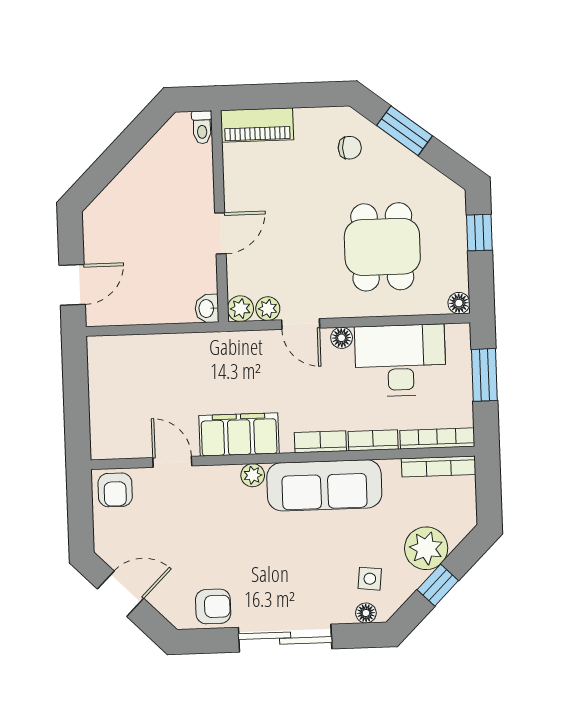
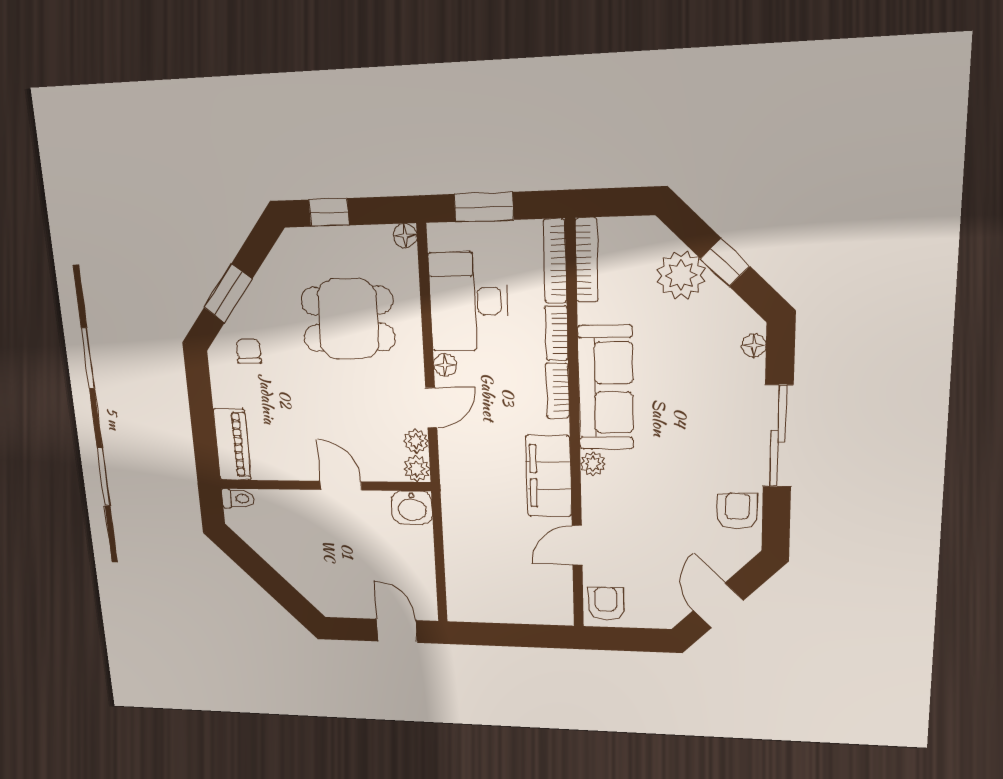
washbasin: (207, 309) -> (412, 507), width x1.38, depth x1.45
armchair: (115, 490) -> (606, 604), turned -90
side table: (370, 579) -> (714, 340), removed

